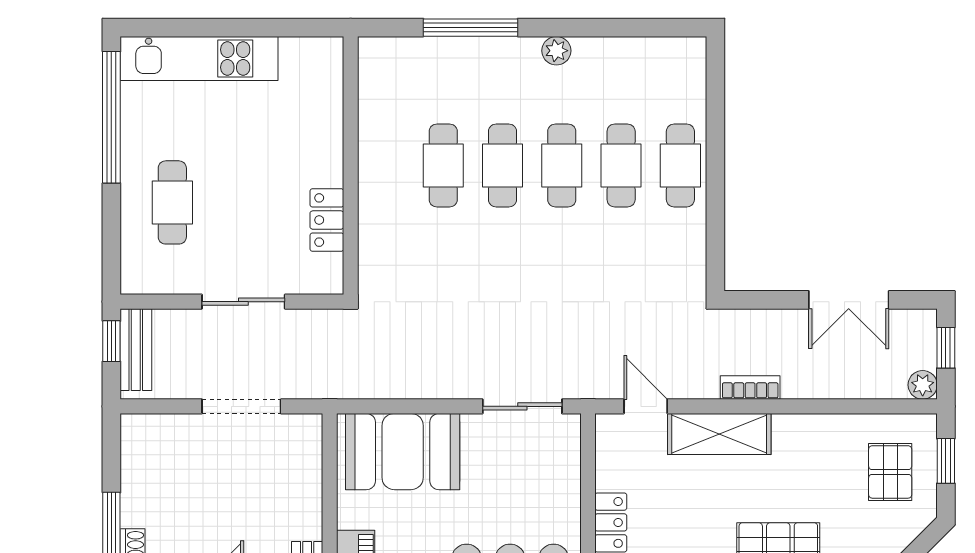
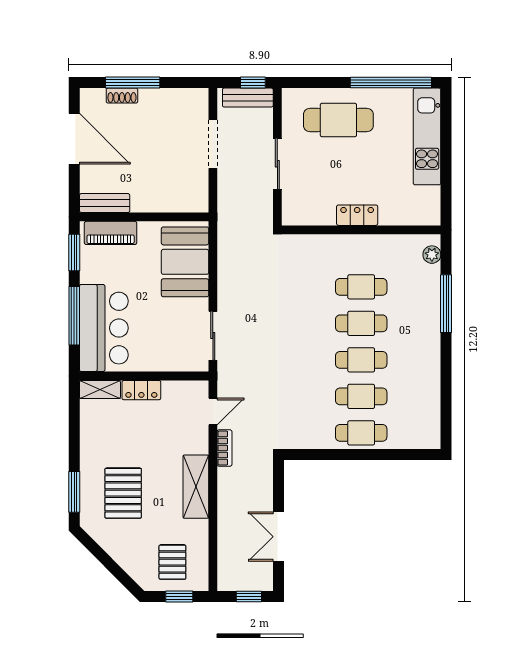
plant: (556, 51) -> (432, 255), moved
cafe table: (172, 202) -> (338, 120), width x1.37, depth x1.35
locker: (327, 220) -> (357, 215), moved
plant: (923, 385) -> (226, 582), removed
bookcase: (750, 387) -> (224, 448), moved
doorway: (241, 406) -> (213, 144), moved
shelving: (719, 434) -> (196, 487), moved
pallet: (890, 472) -> (172, 562), turned 90

